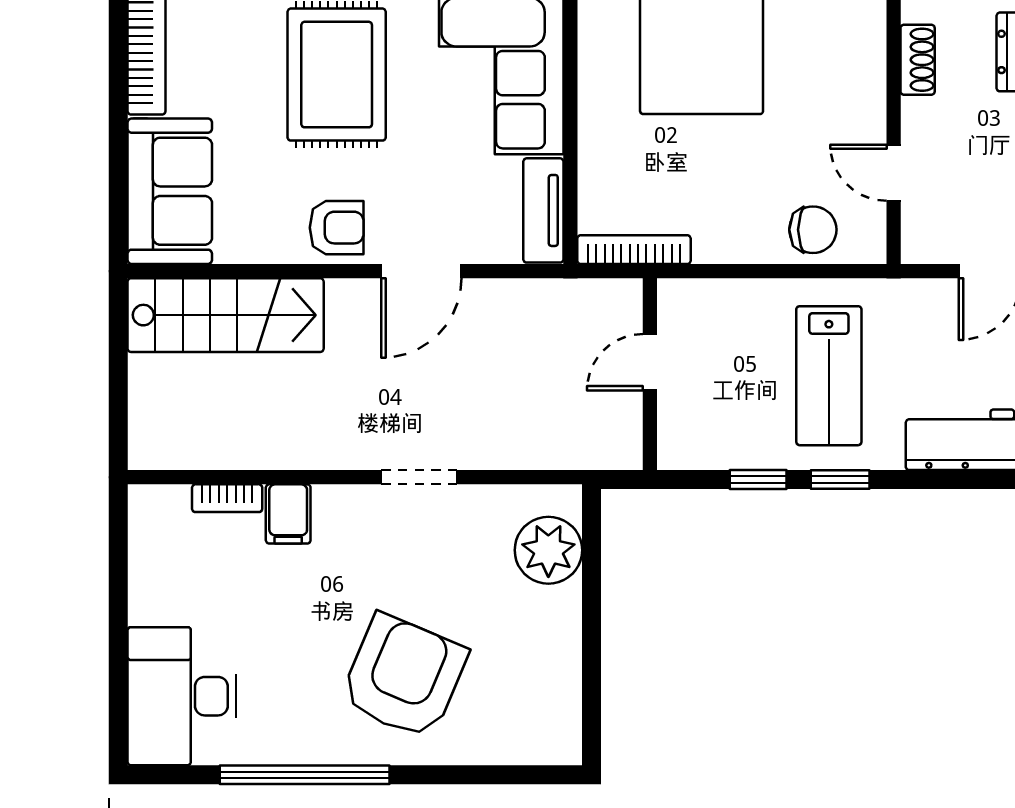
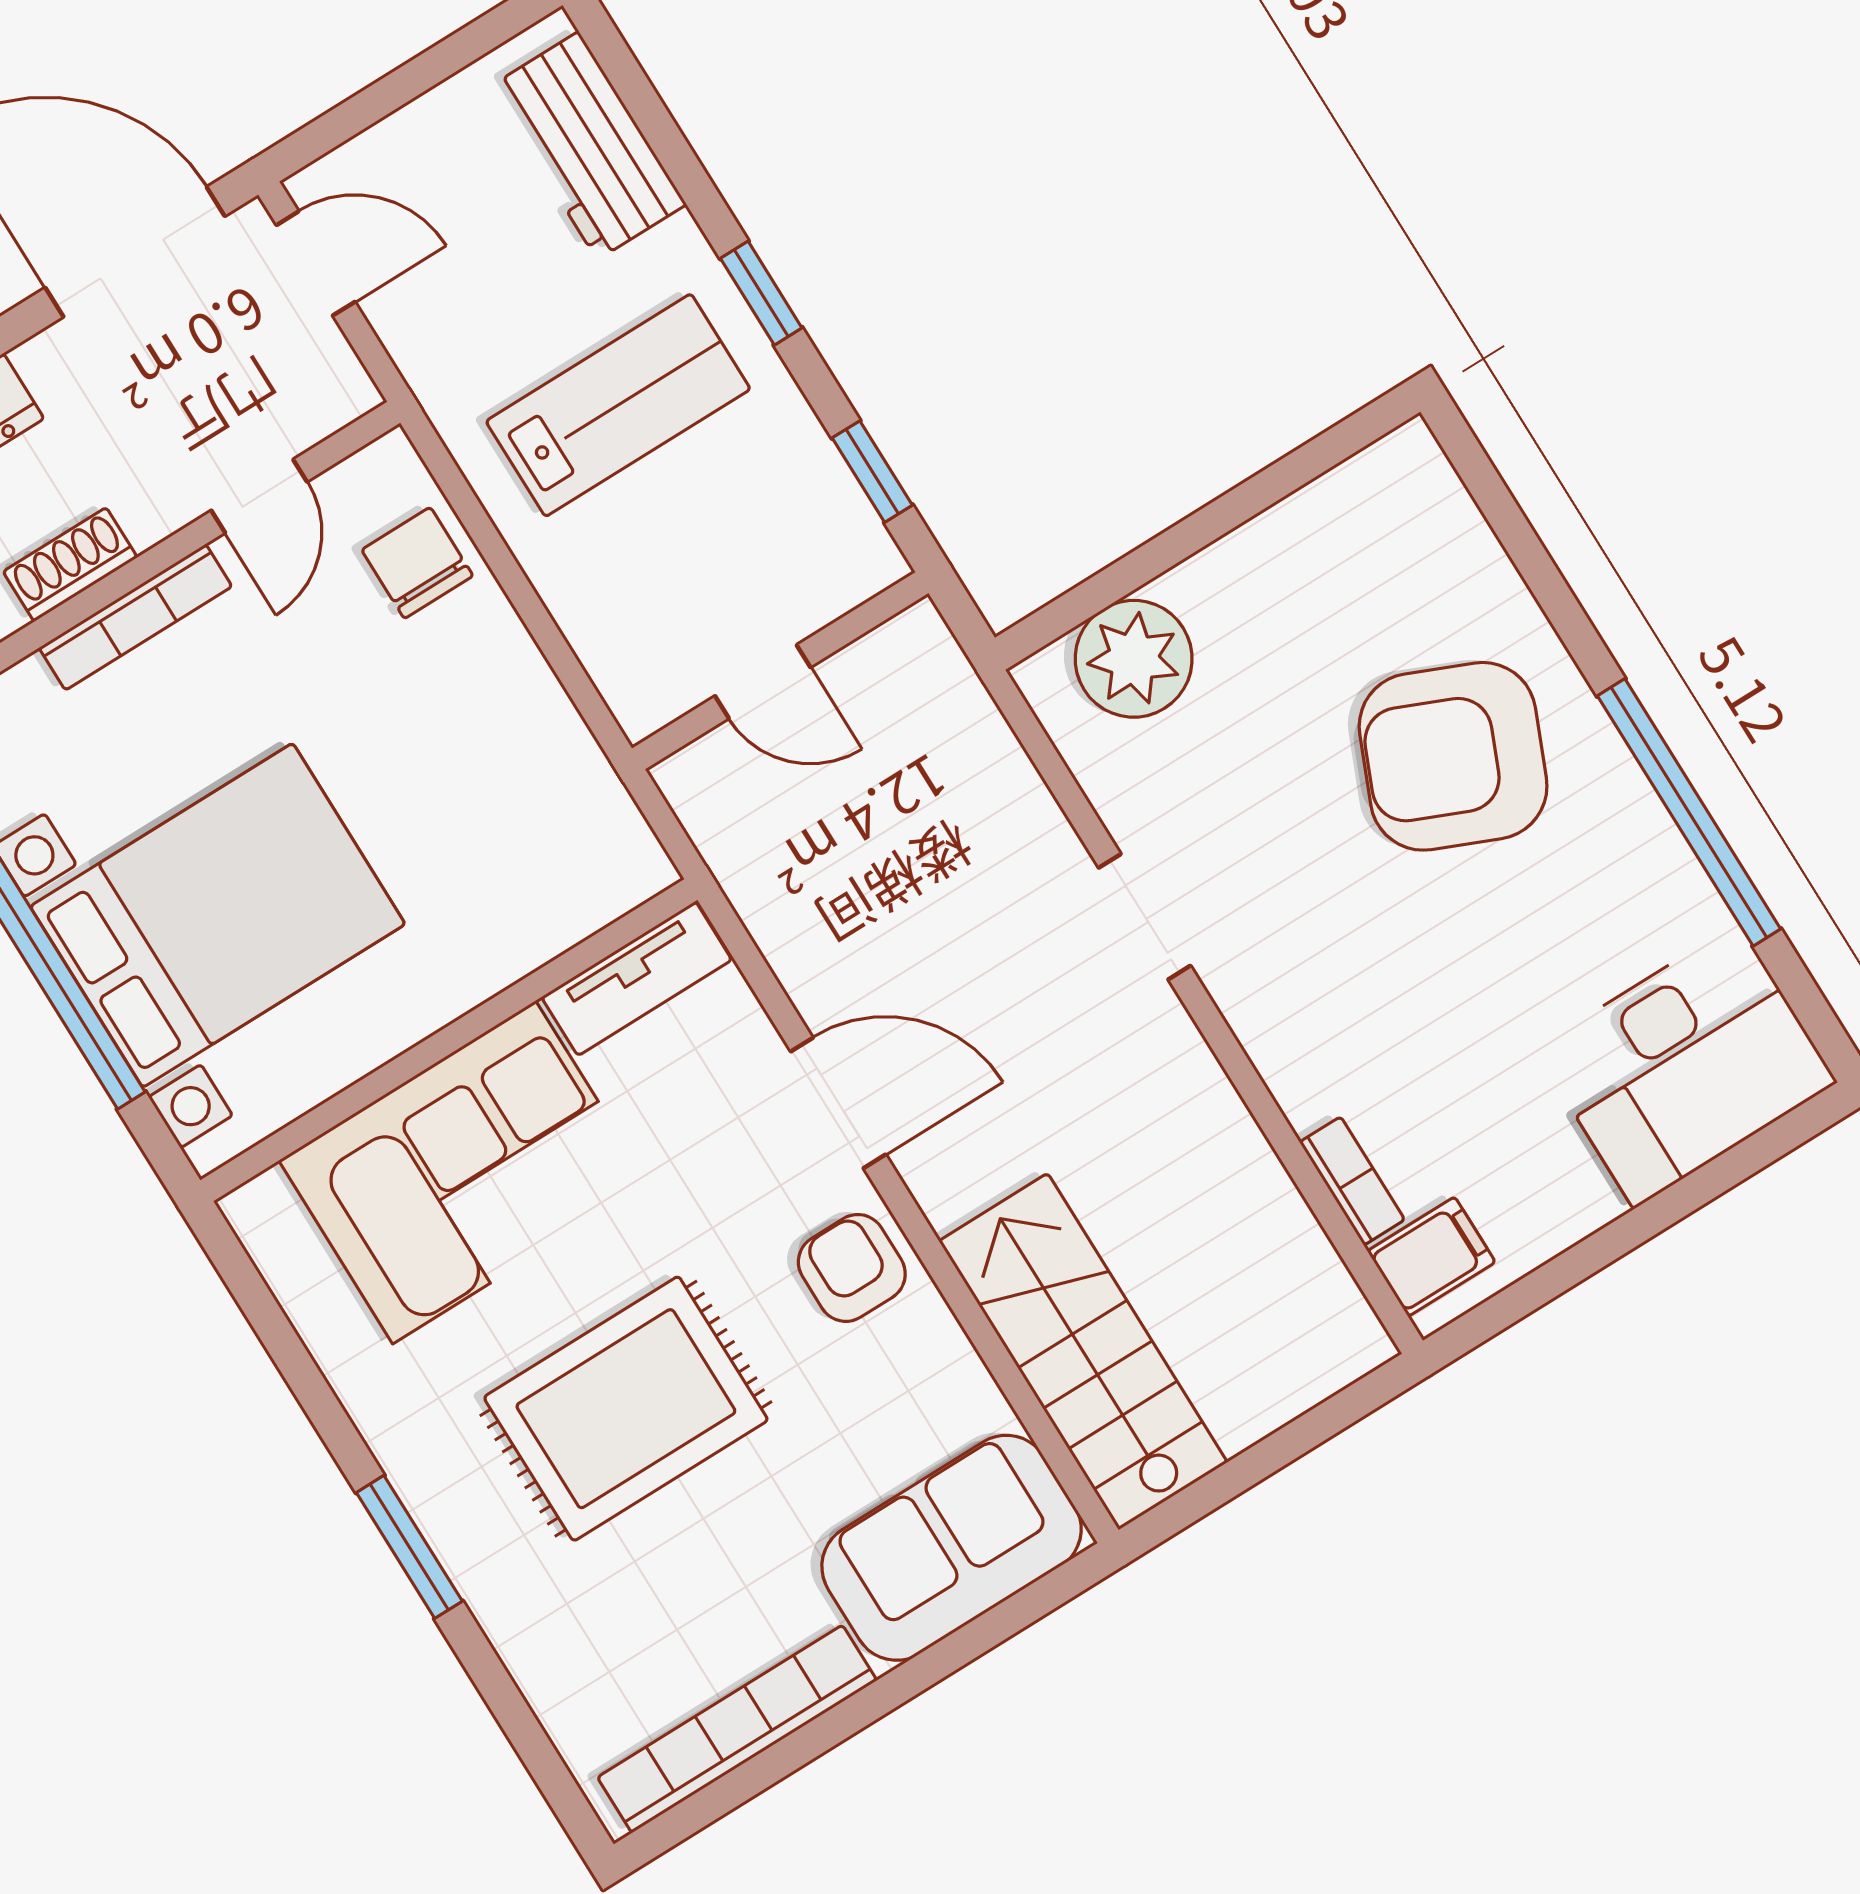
bookcase: (634, 250) -> (135, 617), moved, turned -90
window: (758, 480) -> (872, 472), moved
filing cabinet: (288, 514) -> (1431, 1257), moved

